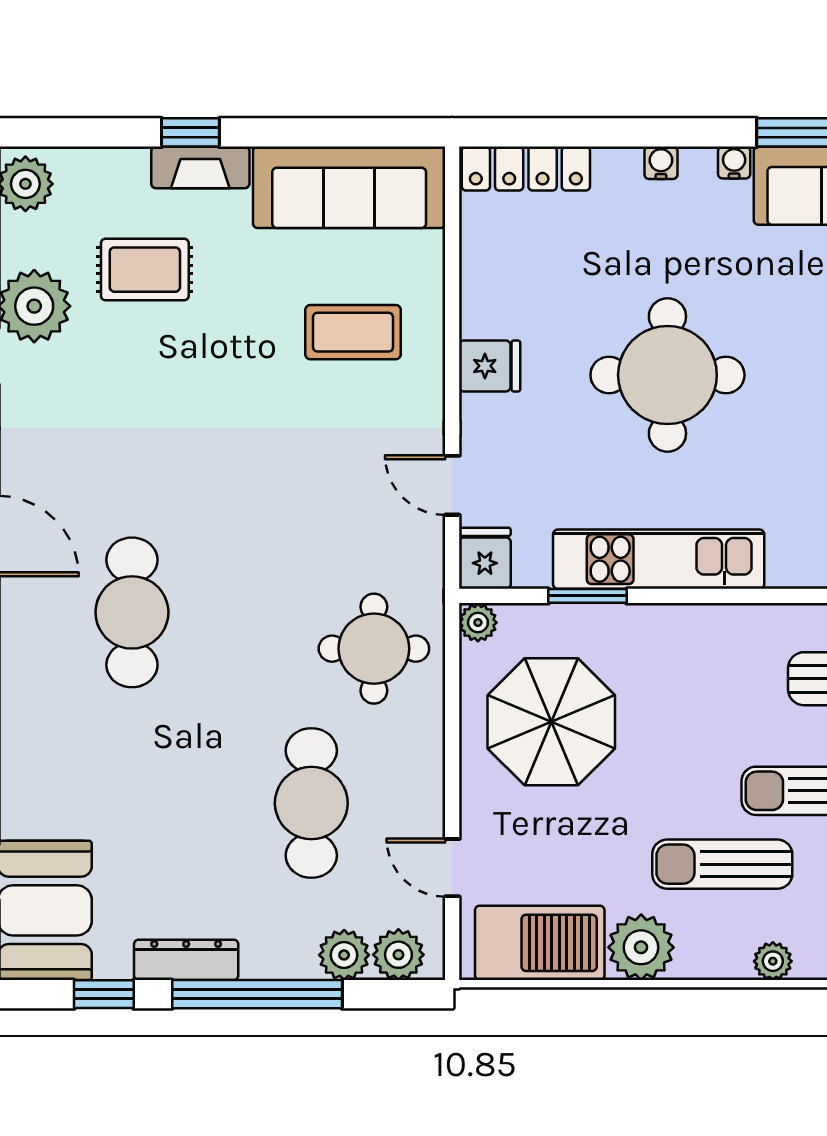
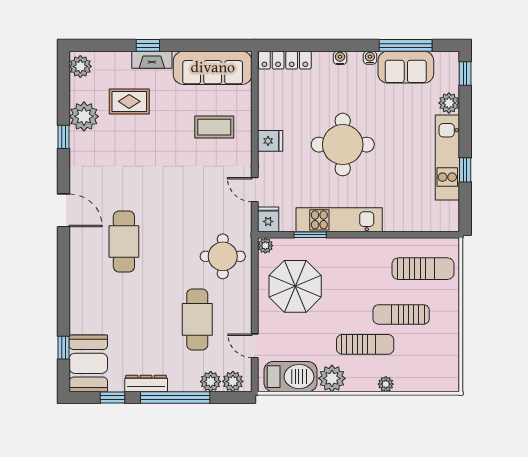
sun lounger: (722, 864) -> (365, 344), turned 180

